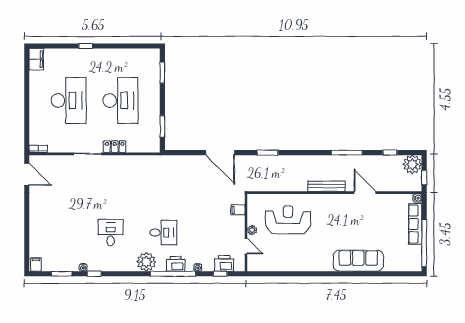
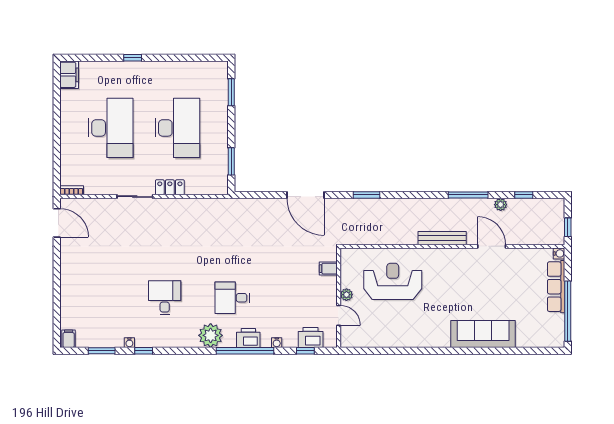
plant: (412, 164) -> (501, 205), moved, width x0.53, depth x0.53
desk: (163, 233) -> (232, 298), turned 180

